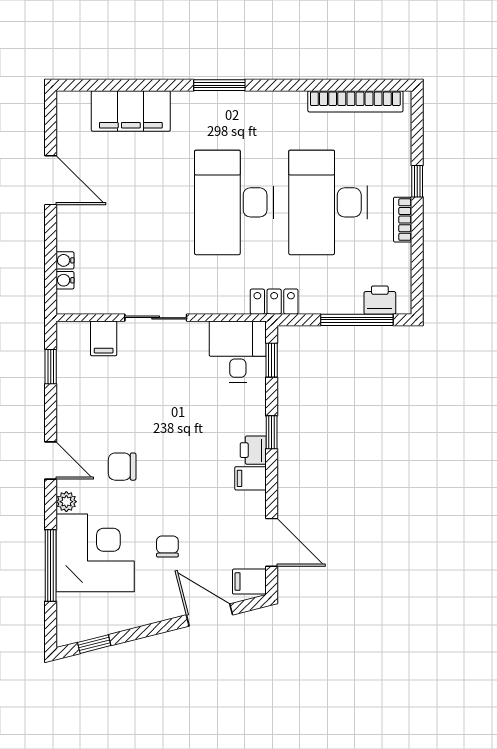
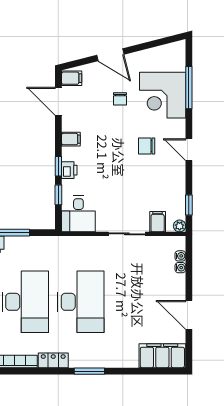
filing cabinet: (131, 111) -> (162, 356), moved
locker: (274, 302) -> (53, 360), moved, turned 180
window: (272, 360) -> (58, 195), moved
printer: (253, 450) -> (69, 170), moved
chair: (122, 467) -> (147, 146), turned 180
plant: (66, 502) -> (180, 226), moved
door: (209, 615) -> (110, 55), moved
window: (94, 644) -> (163, 41), removed

